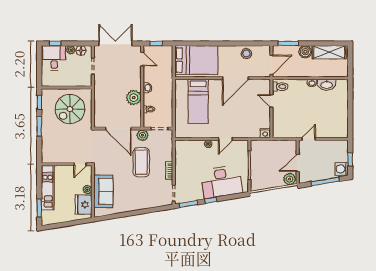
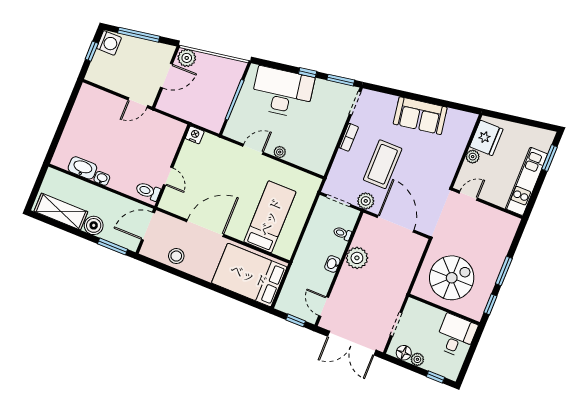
desk: (54, 58) -> (456, 336), moved, turned 180
sofa: (103, 191) -> (420, 116), moved, turned -99

